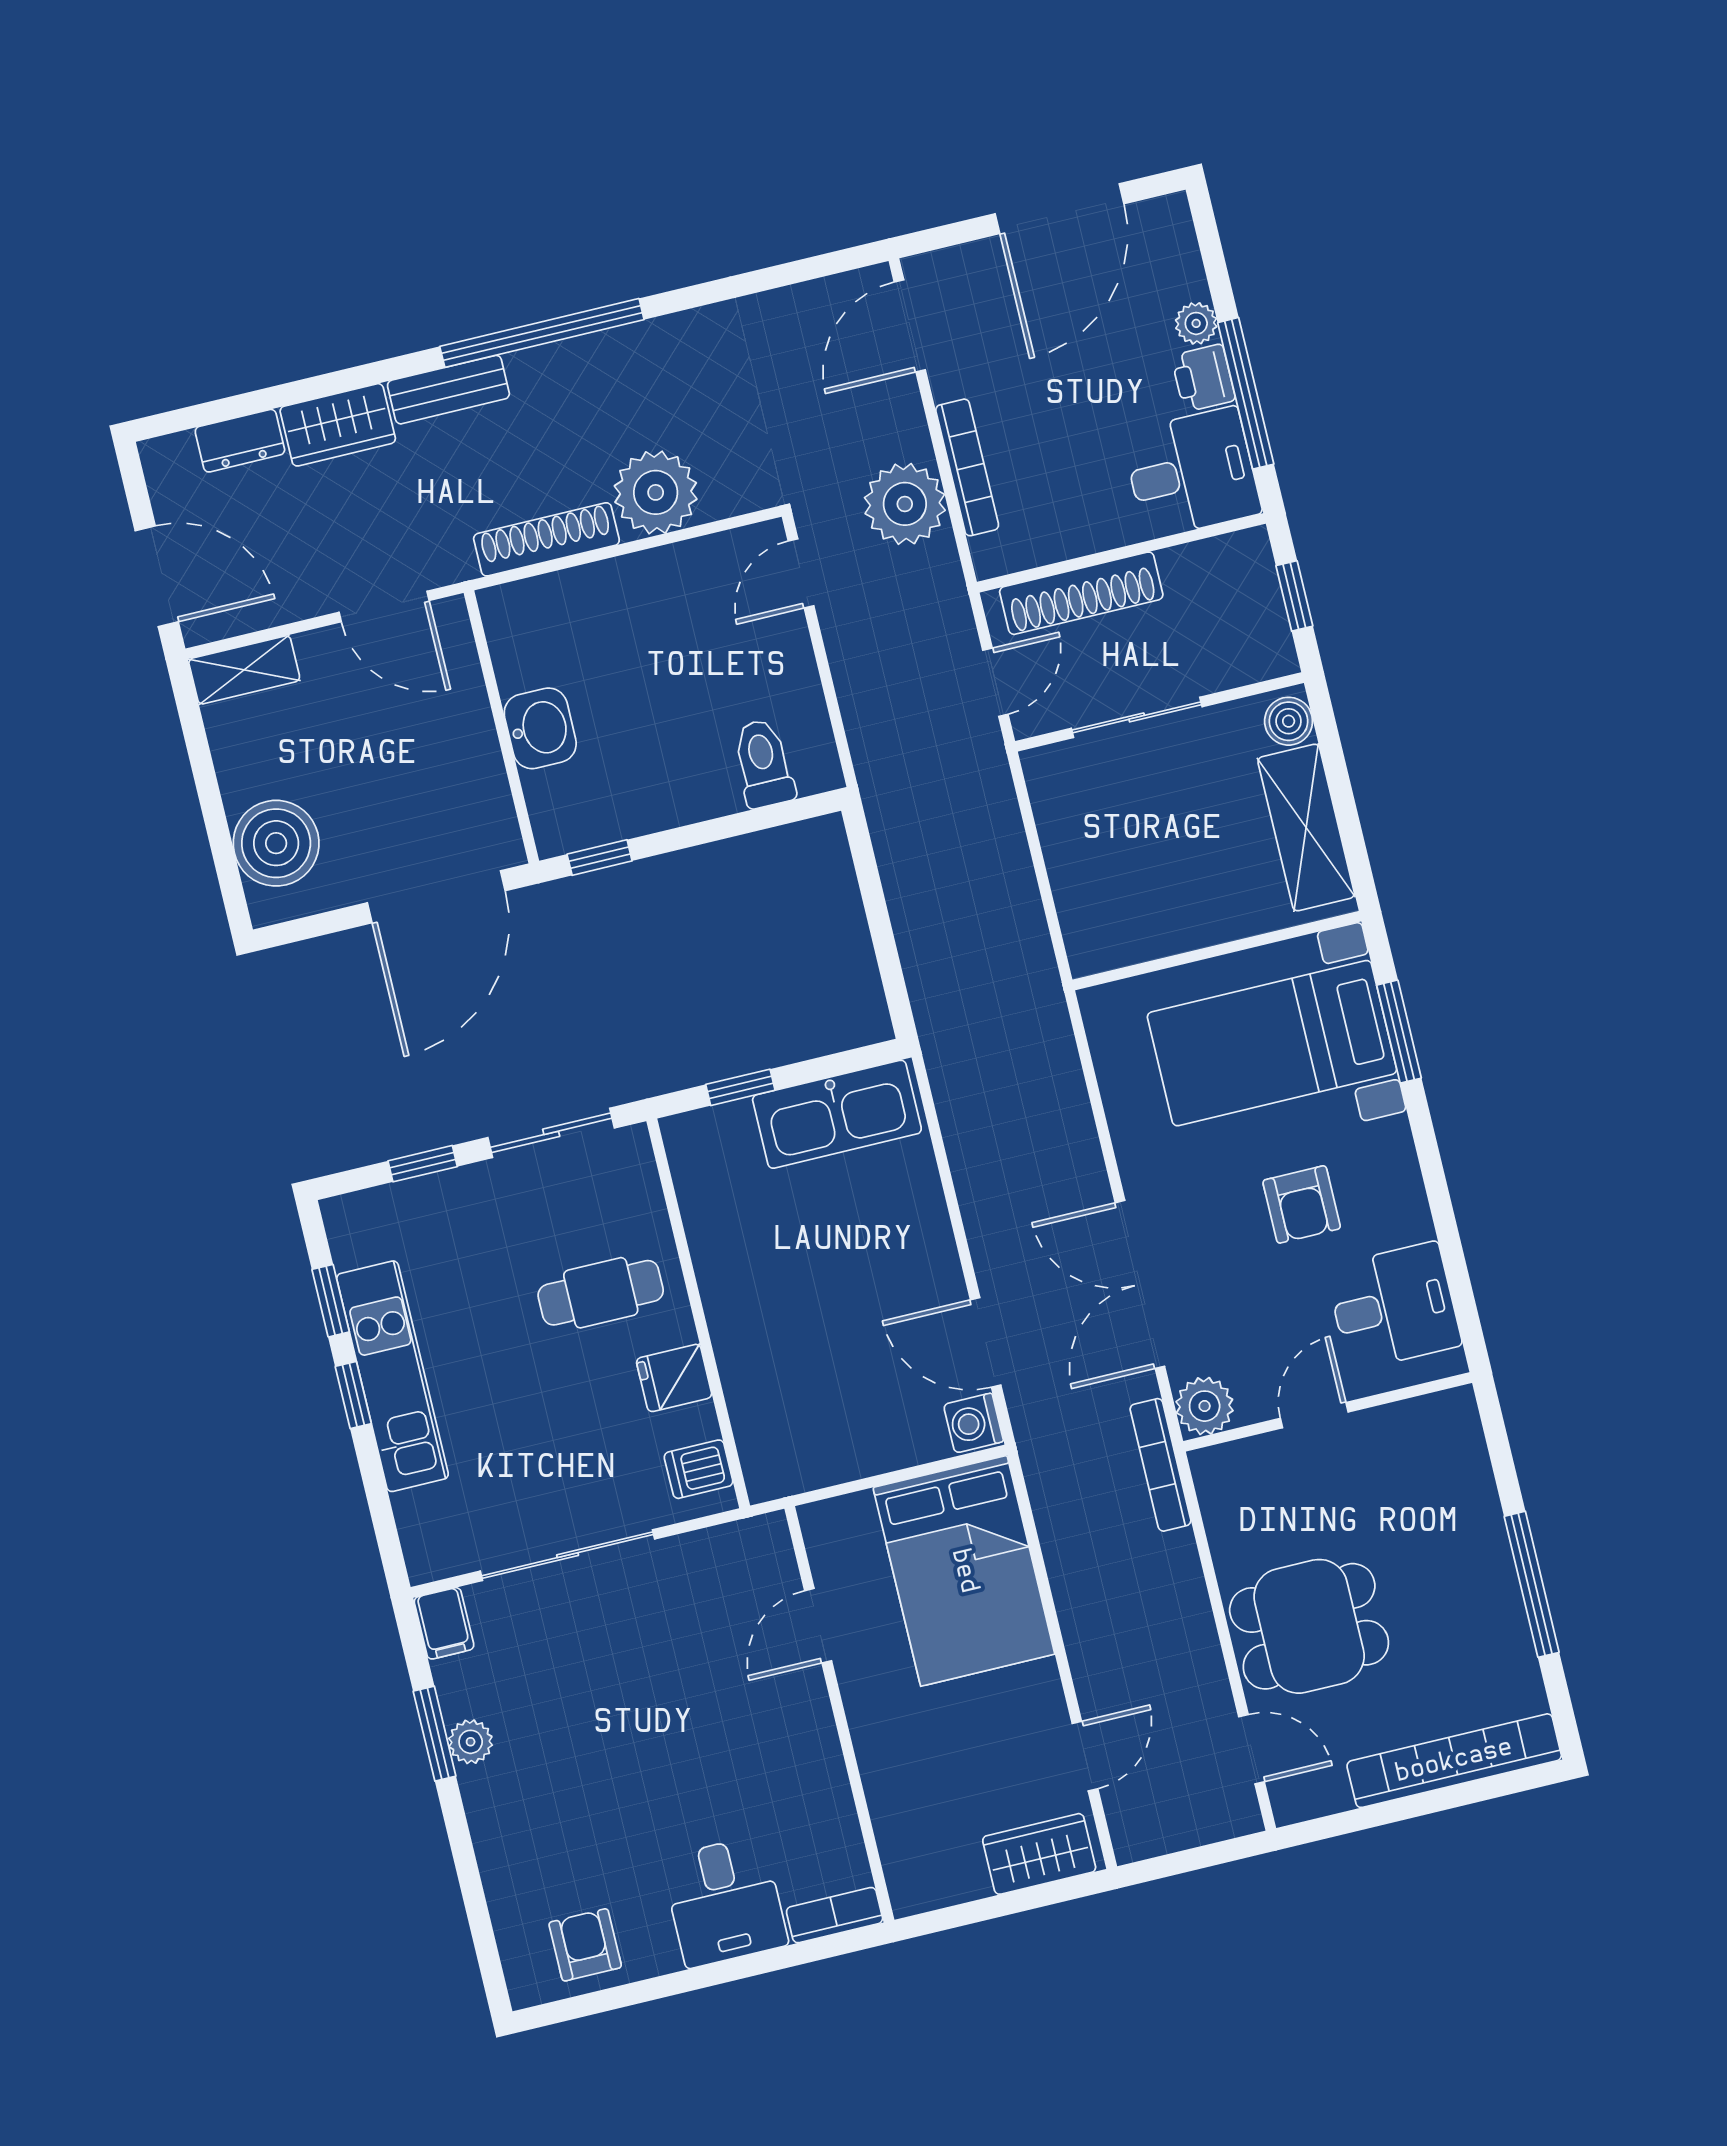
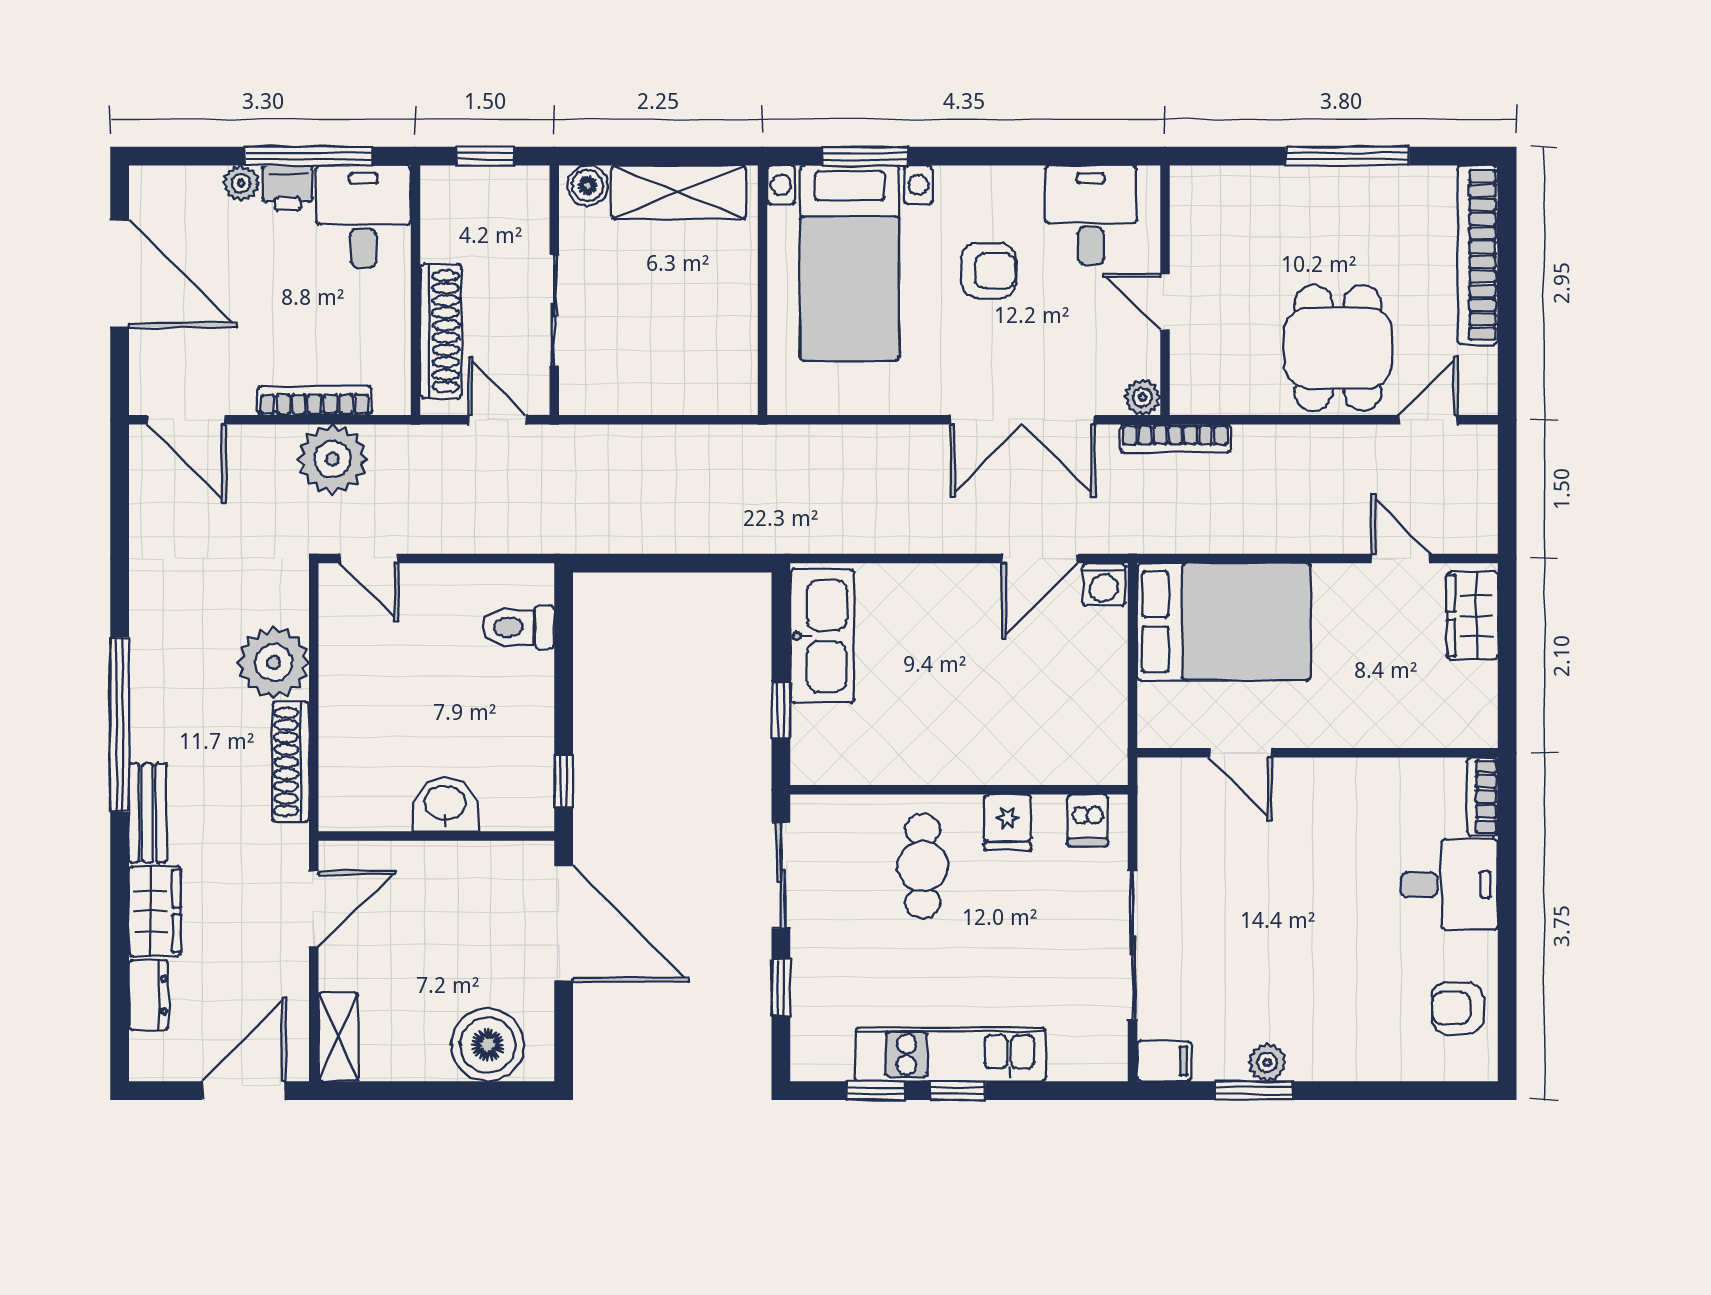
plant: (1205, 1406) -> (1142, 397), width x0.73, depth x0.73

